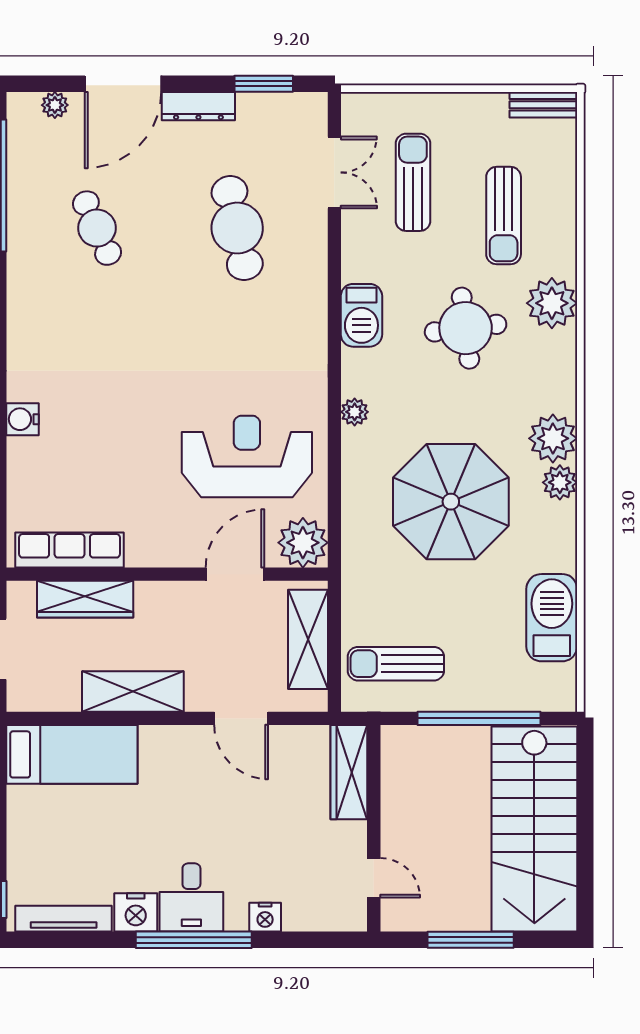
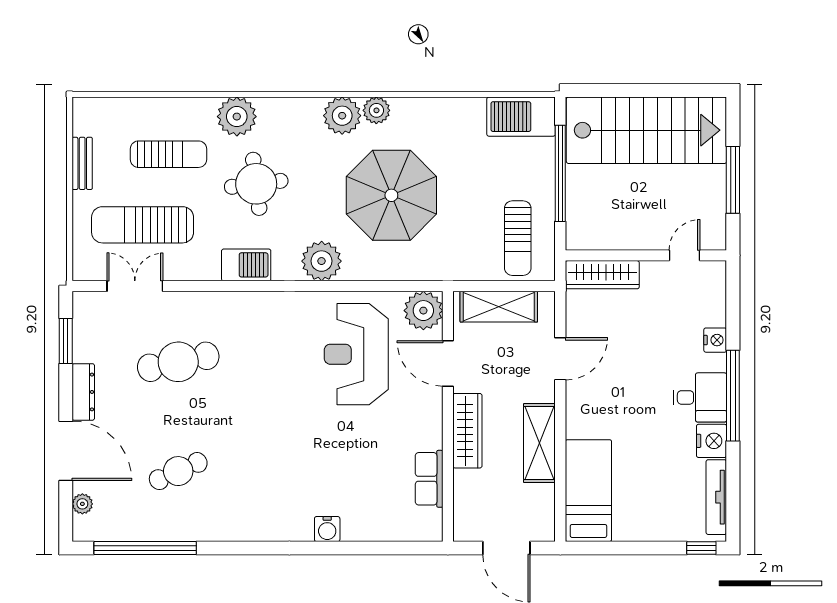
bench: (543, 105) -> (82, 163), moved
sun lounger: (413, 182) -> (143, 225), width x1.36, depth x1.34
plant: (355, 412) -> (322, 261), width x1.87, depth x1.87
row of seats: (70, 550) -> (429, 479), width x0.68
wardrobe: (85, 599) -> (467, 431), moved
barbecue: (552, 618) -> (521, 117), moved

